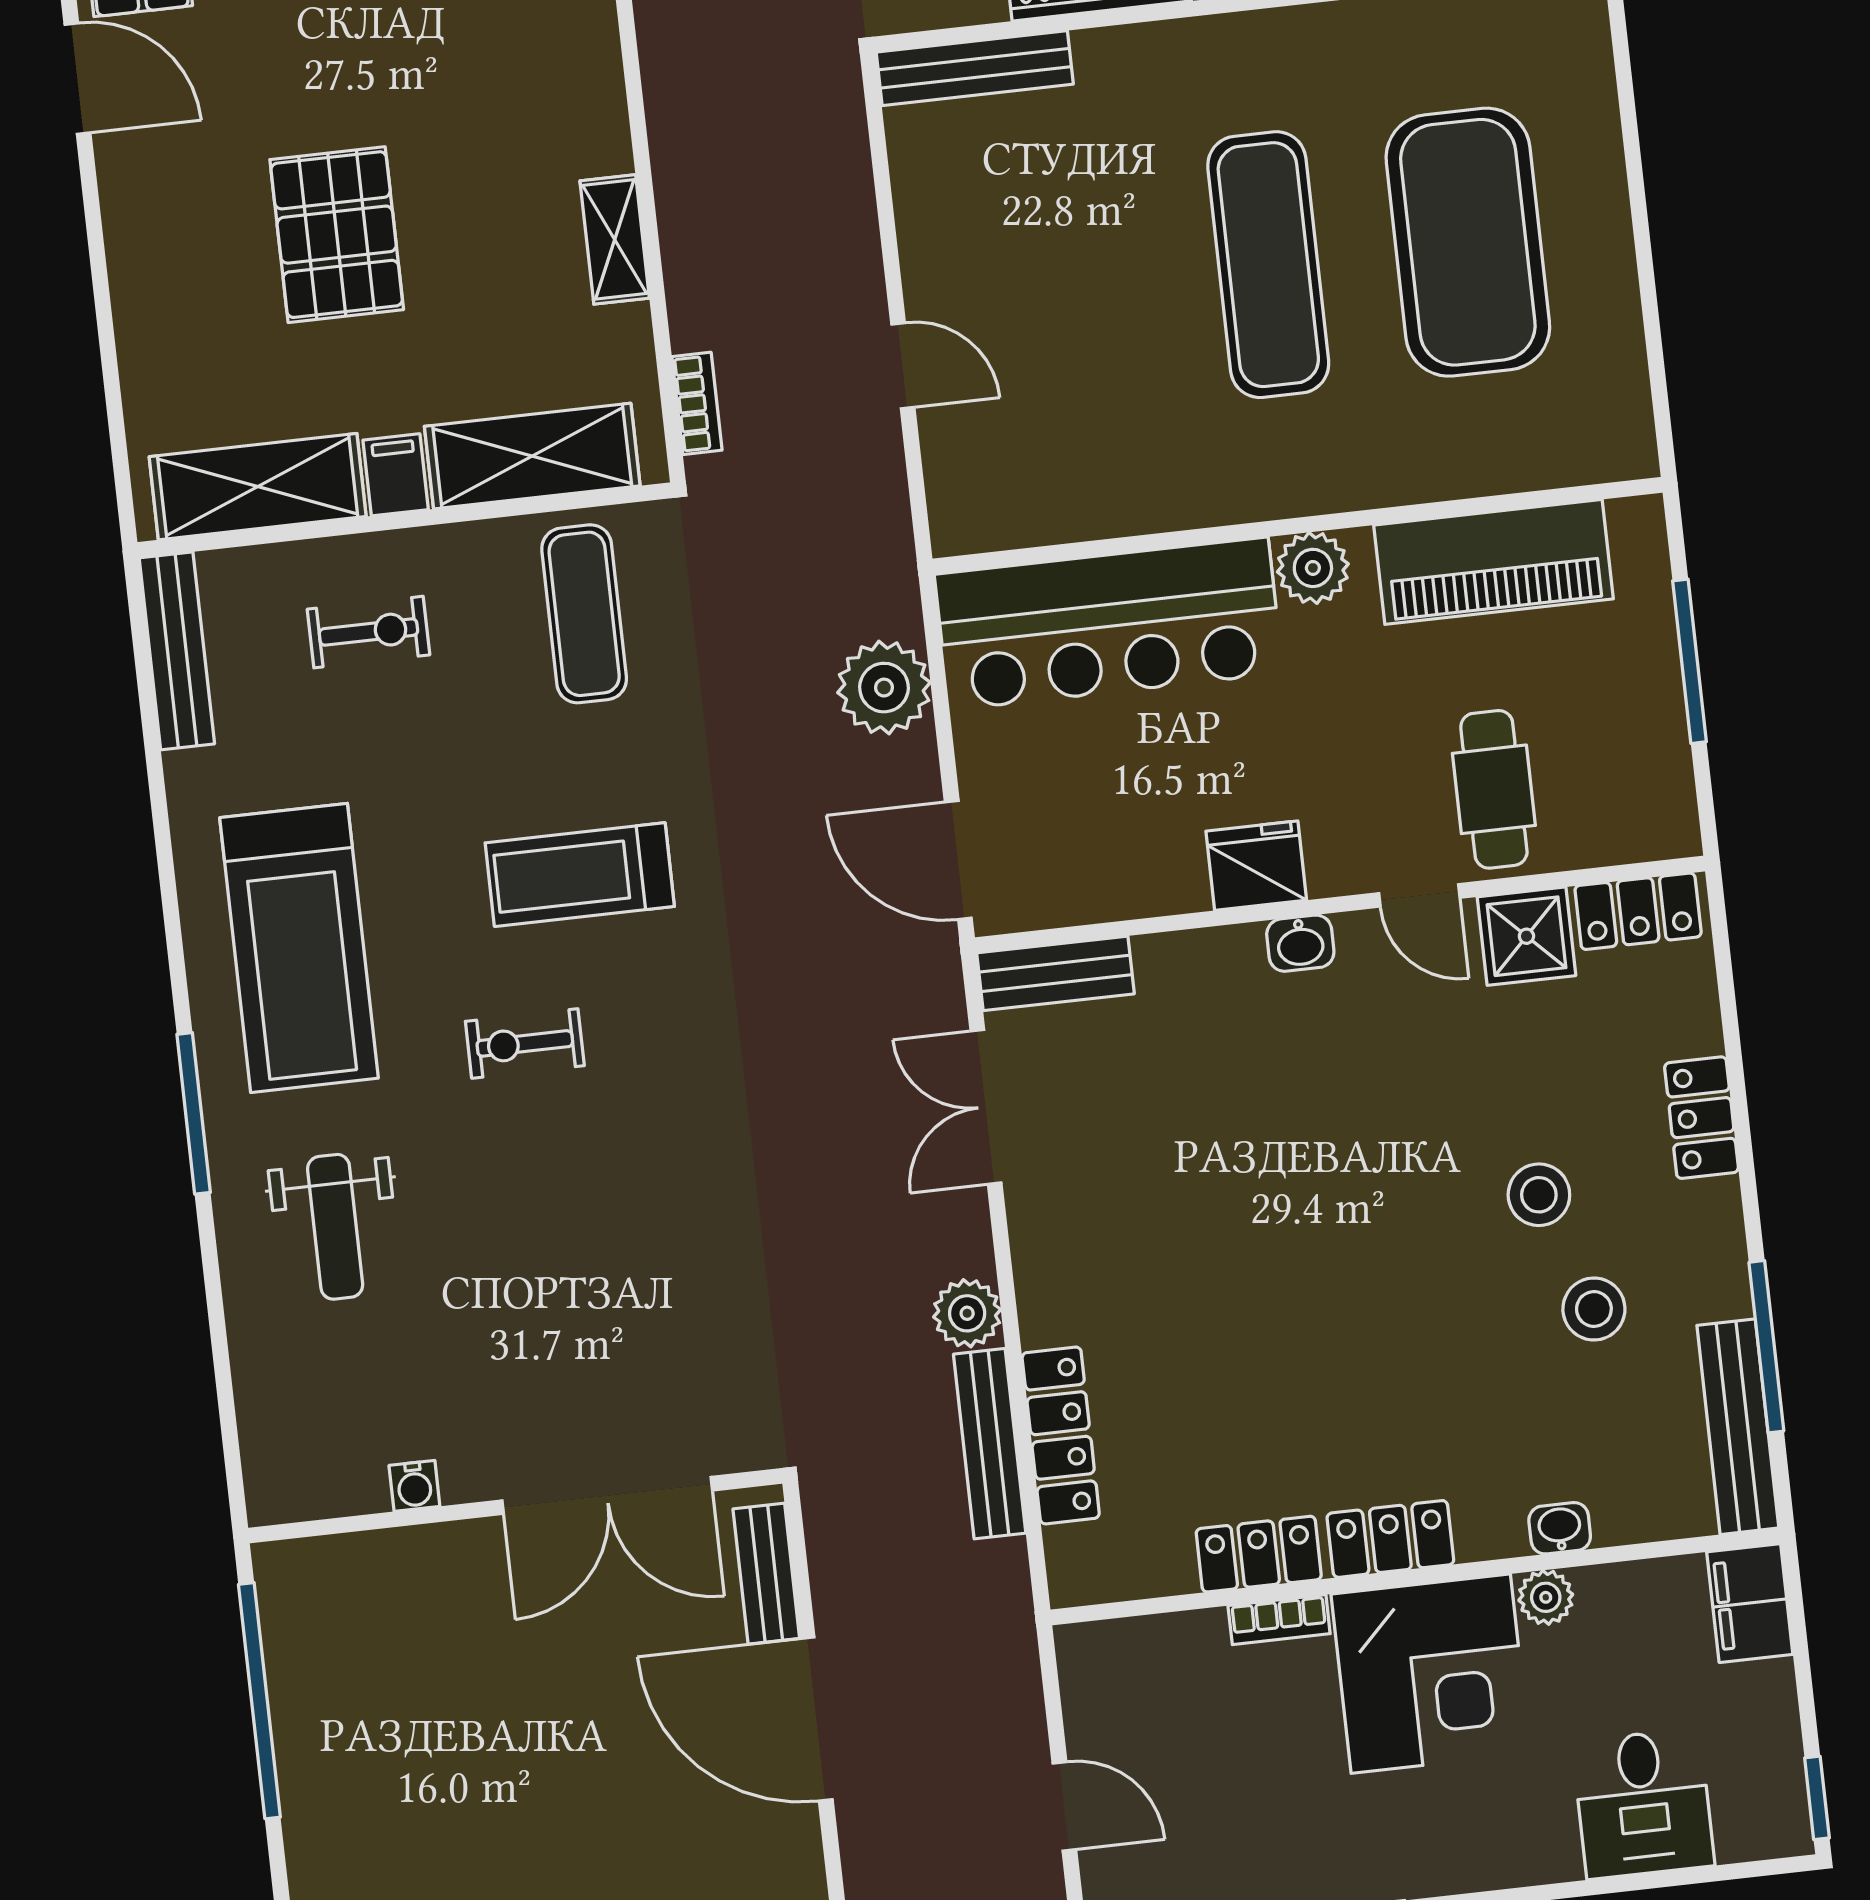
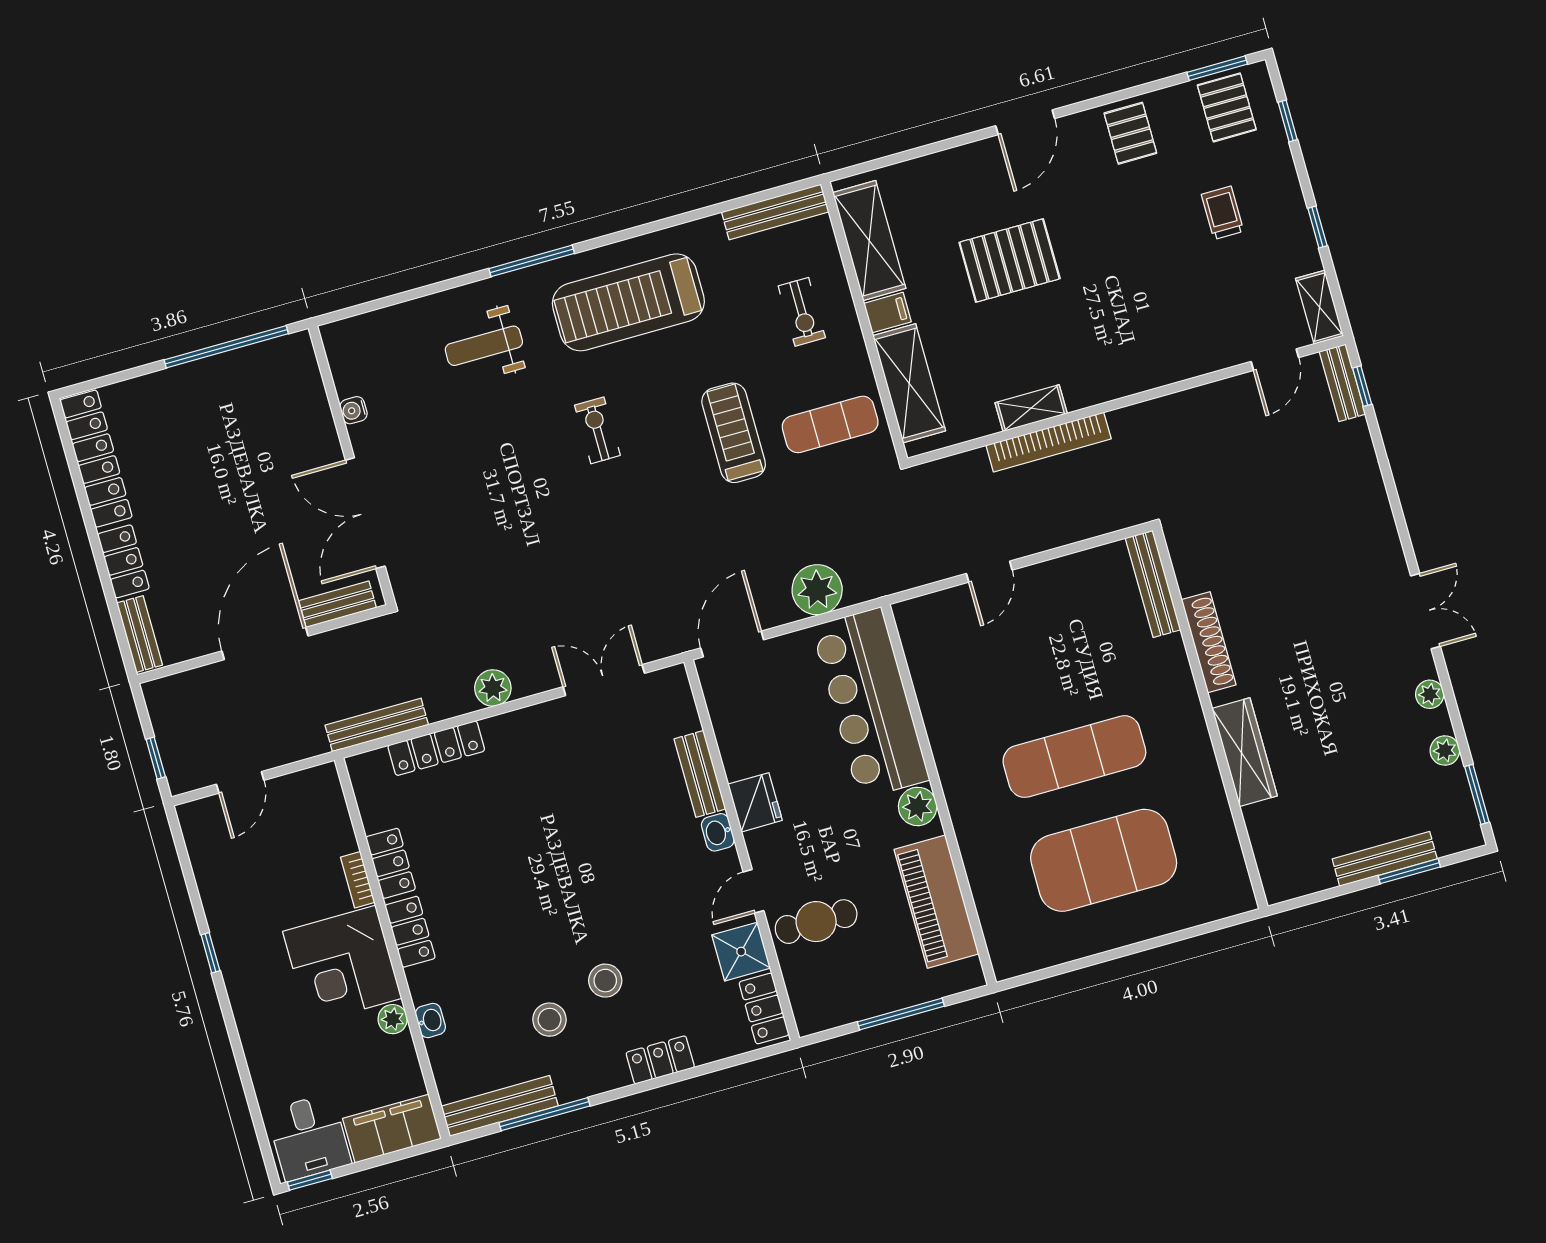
door: (78, 79) -> (1025, 122), moved
bookcase: (697, 403) -> (1049, 442), moved, width x2.31, depth x1.31
treadmill: (580, 875) -> (734, 433), moved
bench: (1056, 973) -> (700, 774), moved
bench: (990, 1444) -> (377, 725), moved
filing cabinet: (1750, 1603) -> (392, 1129), width x1.50, depth x1.17
desk: (1643, 1804) -> (309, 1137), moved, turned -90

